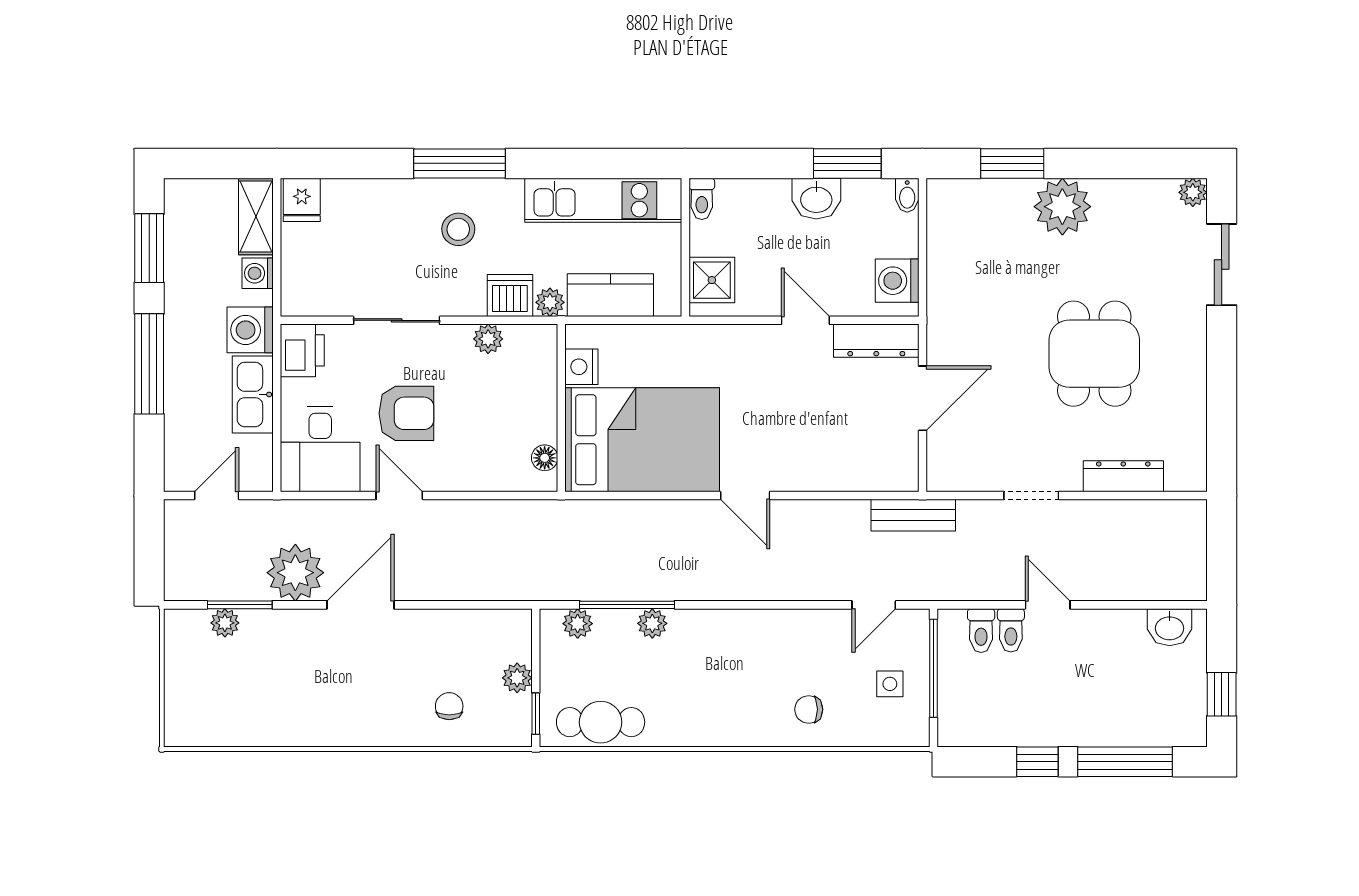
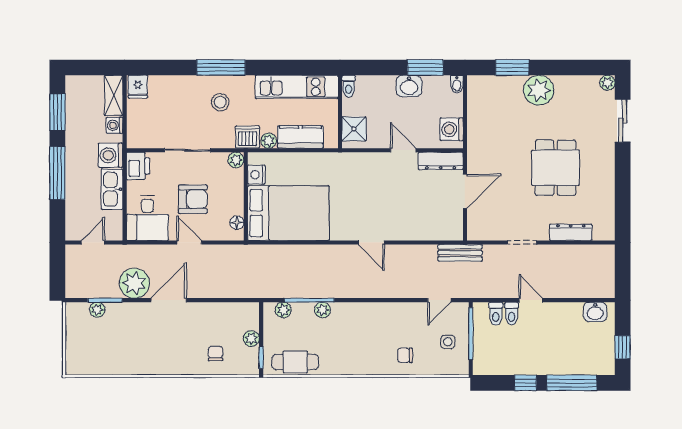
nightstand: (581, 367) -> (256, 175), moved
wall: (561, 408) -> (246, 196), moved
bed: (642, 440) -> (288, 213), moved
floor lamp: (545, 458) -> (237, 223), moved

